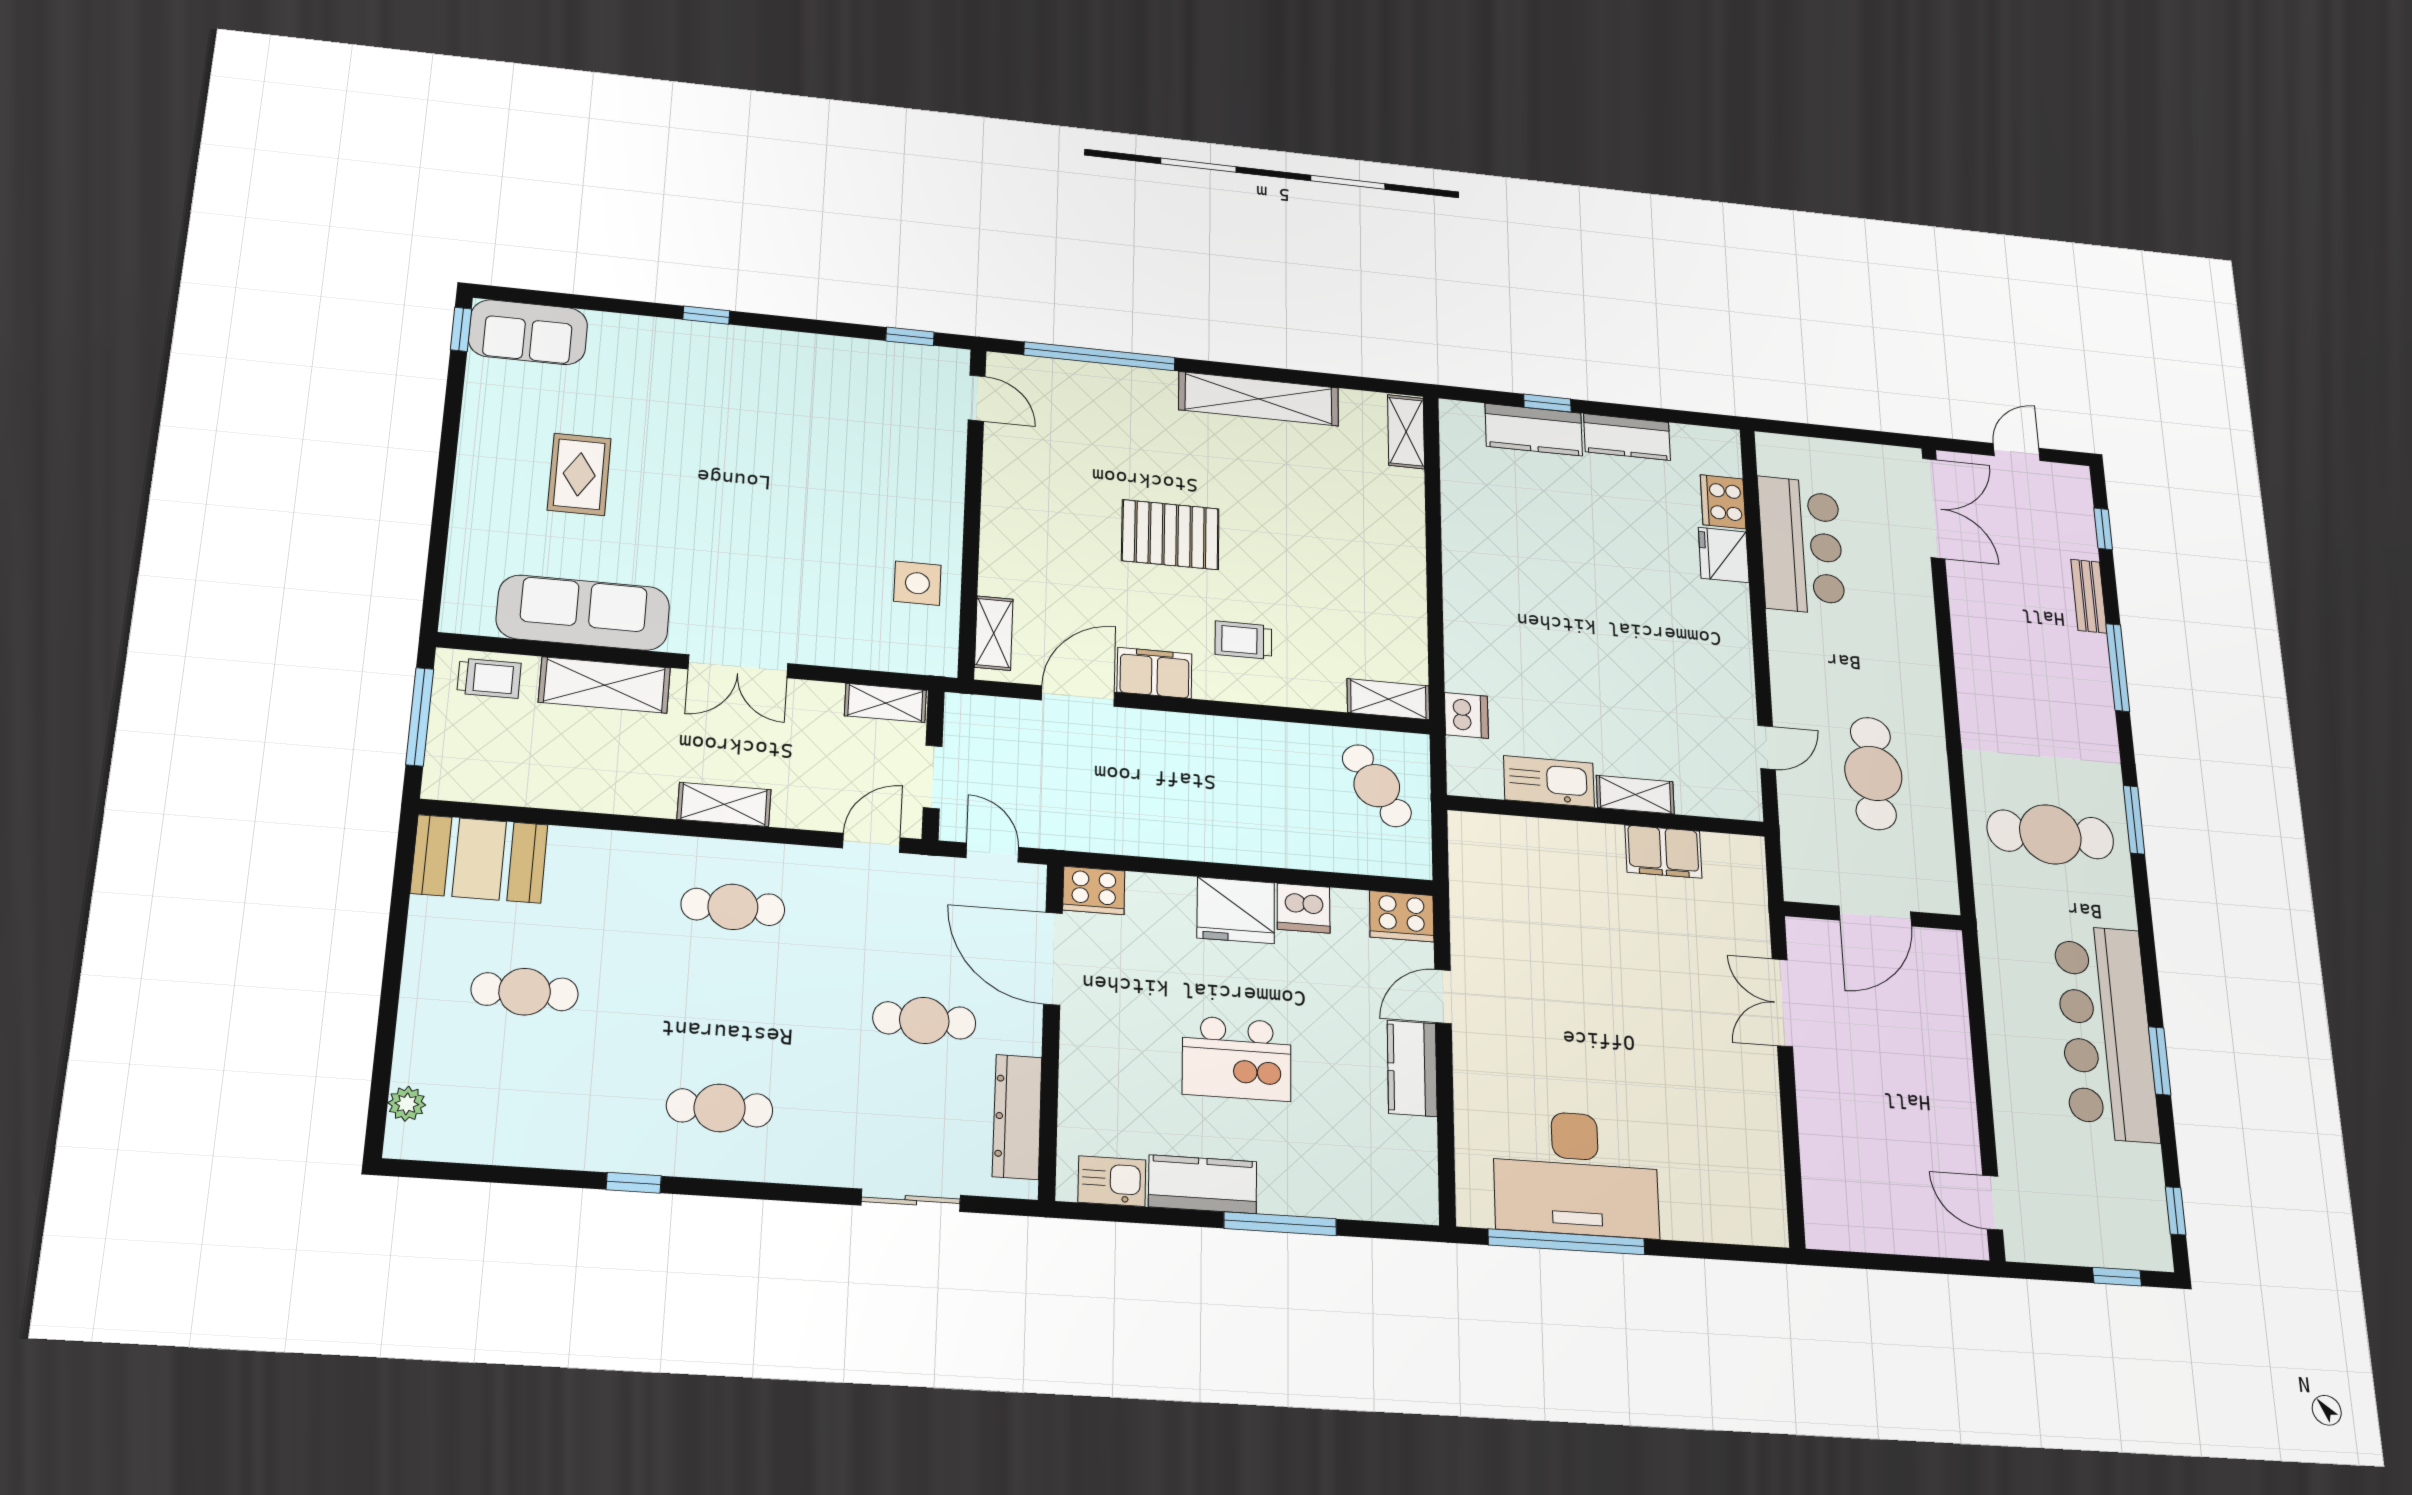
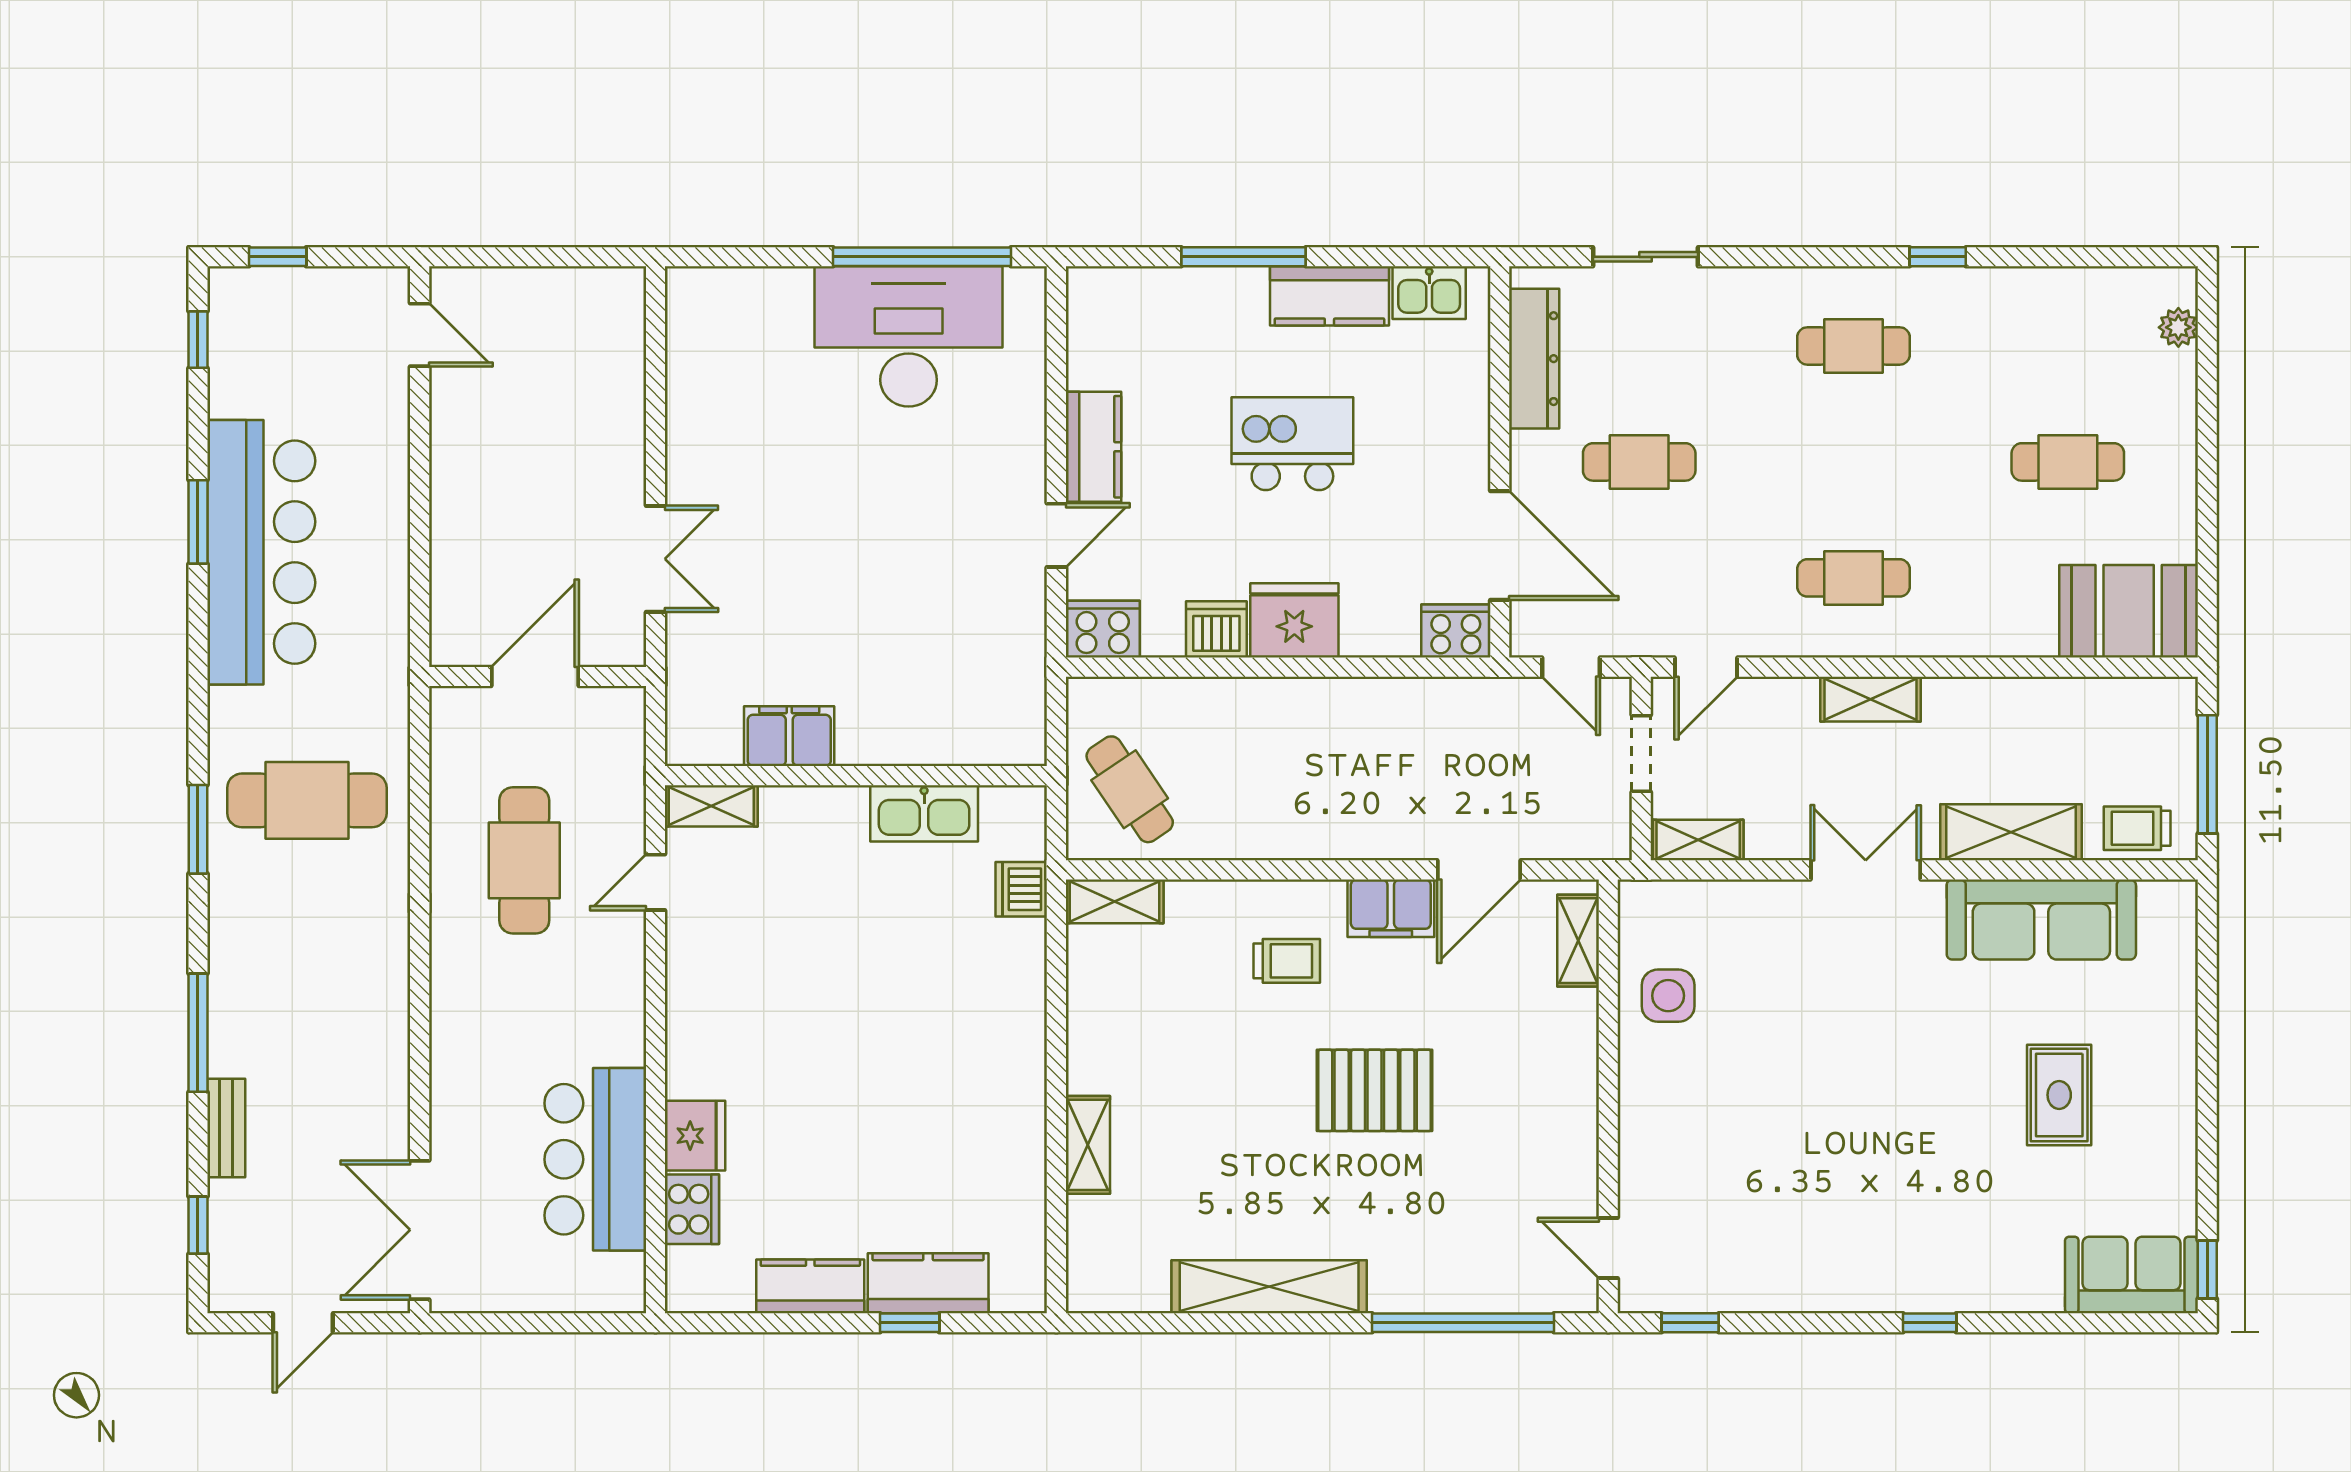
shelving: (1406, 432) -> (1088, 1145), moved
shelving: (1635, 795) -> (711, 806), moved

